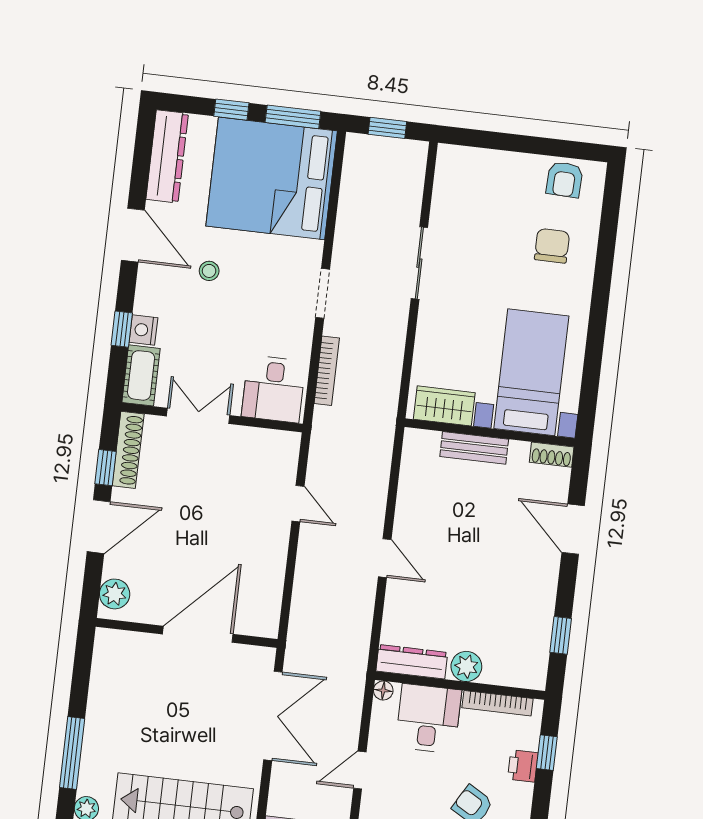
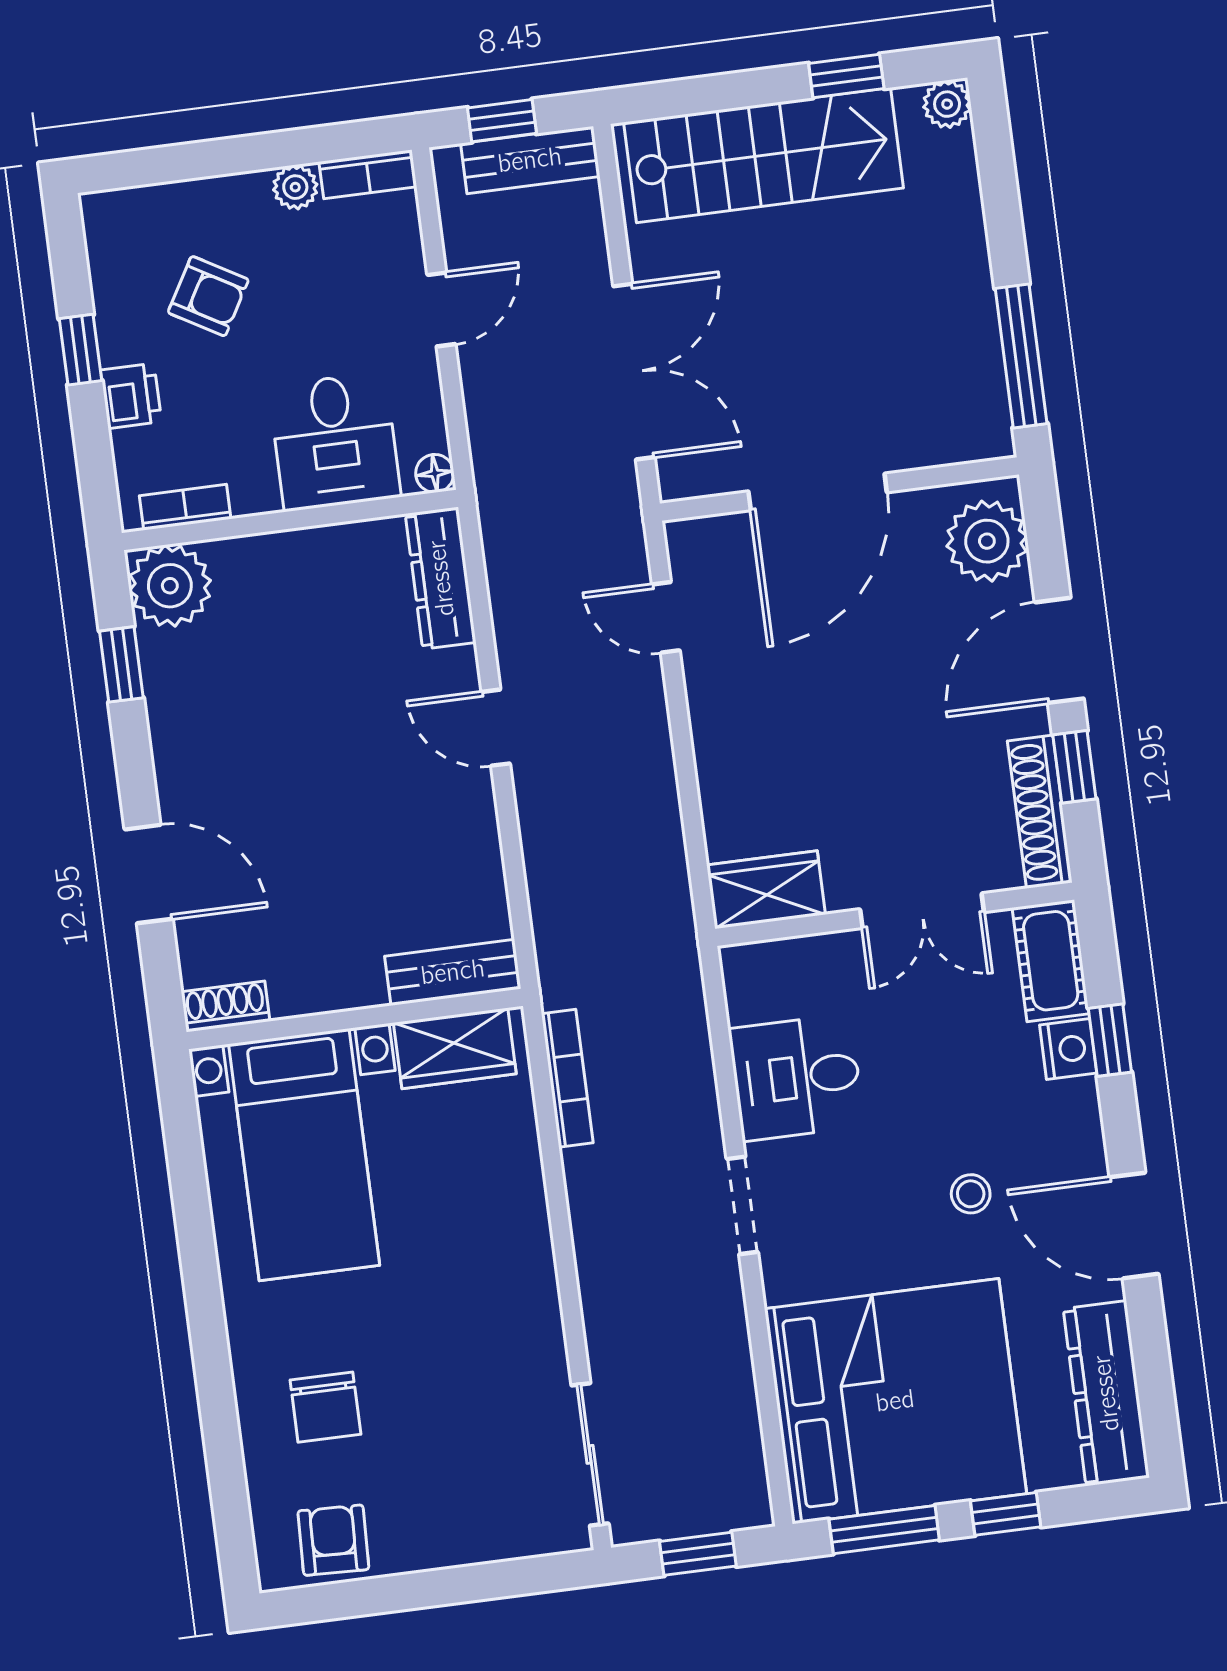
sliding door: (419, 263) -> (590, 1454), moved
bookcase: (327, 371) -> (567, 1078), moved, turned 180
desk: (274, 389) -> (796, 1077), moved, turned -90
wardrobe: (272, 445) -> (766, 890), added
bench: (474, 448) -> (453, 972), moved
door: (298, 504) -> (666, 617), moved
plant: (115, 594) -> (987, 541), width x1.36, depth x1.36
dresser: (412, 662) -> (441, 578), moved, turned 90
plant: (466, 666) -> (170, 586), moved, width x1.36, depth x1.36
bookcase: (497, 703) -> (185, 507), width x0.64
double door: (273, 716) -> (634, 372), swing flipped
window: (72, 753) -> (1021, 356), moved
window: (547, 753) -> (81, 350), moved

